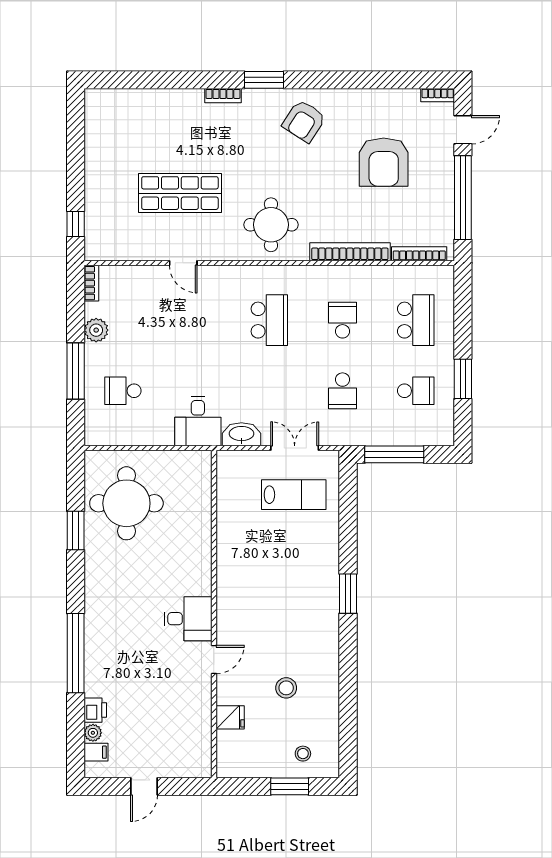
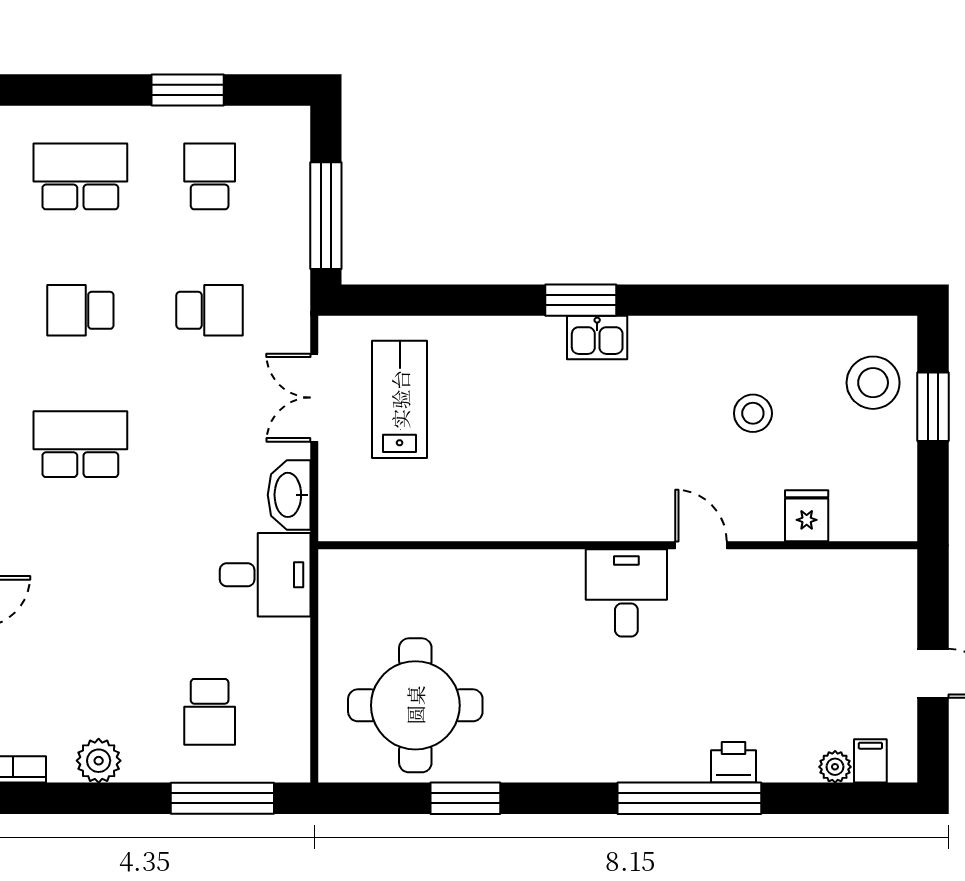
window: (76, 371) -> (222, 798), moved
kitchen sink: (328, 603) -> (597, 337), added
printer: (95, 710) -> (734, 762), moved
stool: (303, 754) -> (873, 383), width x1.89, depth x1.89

